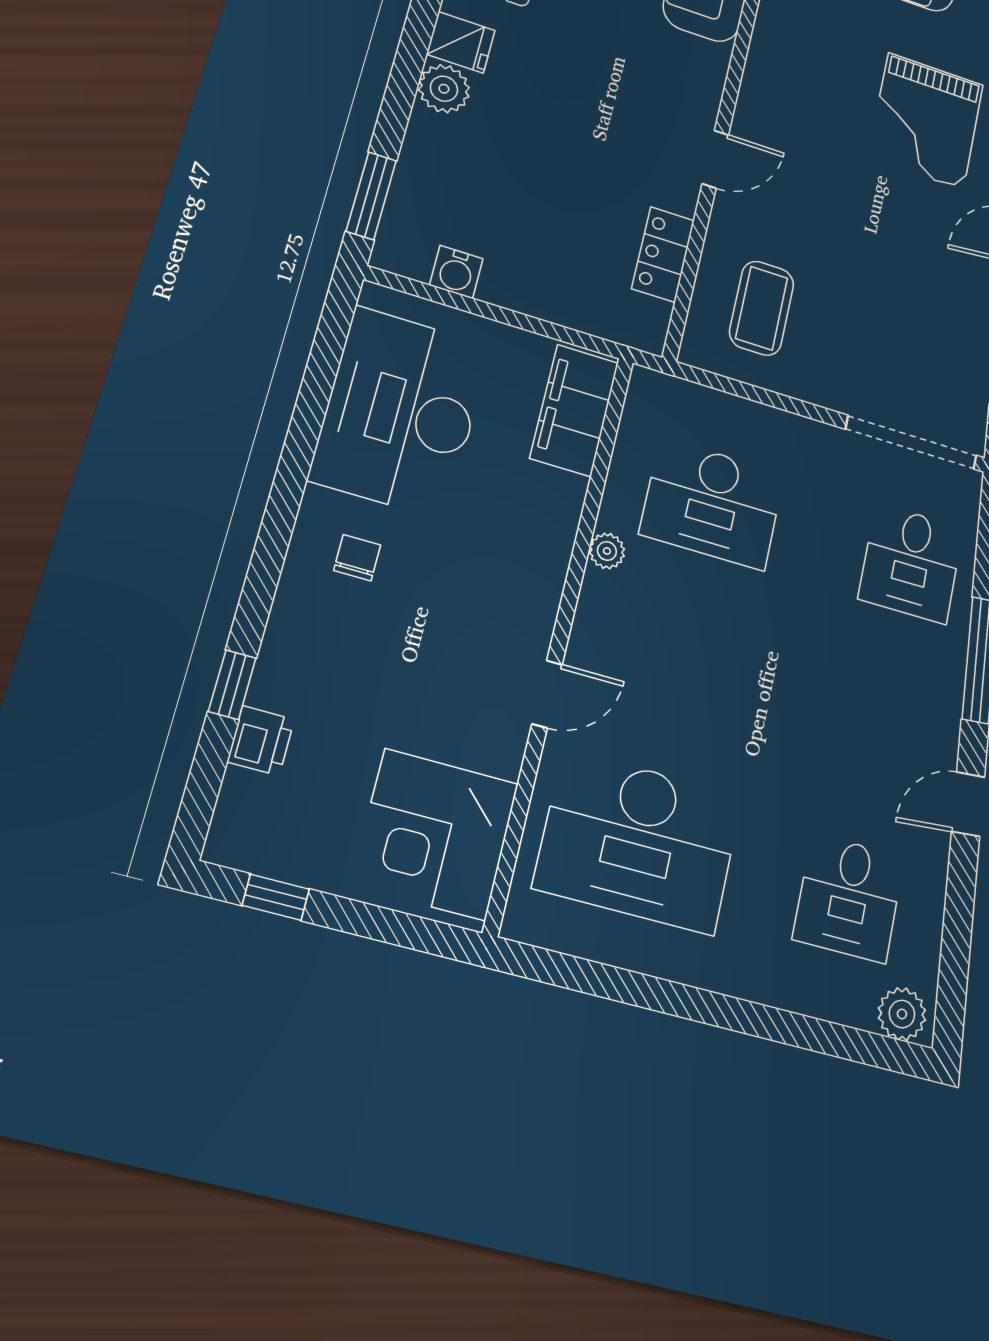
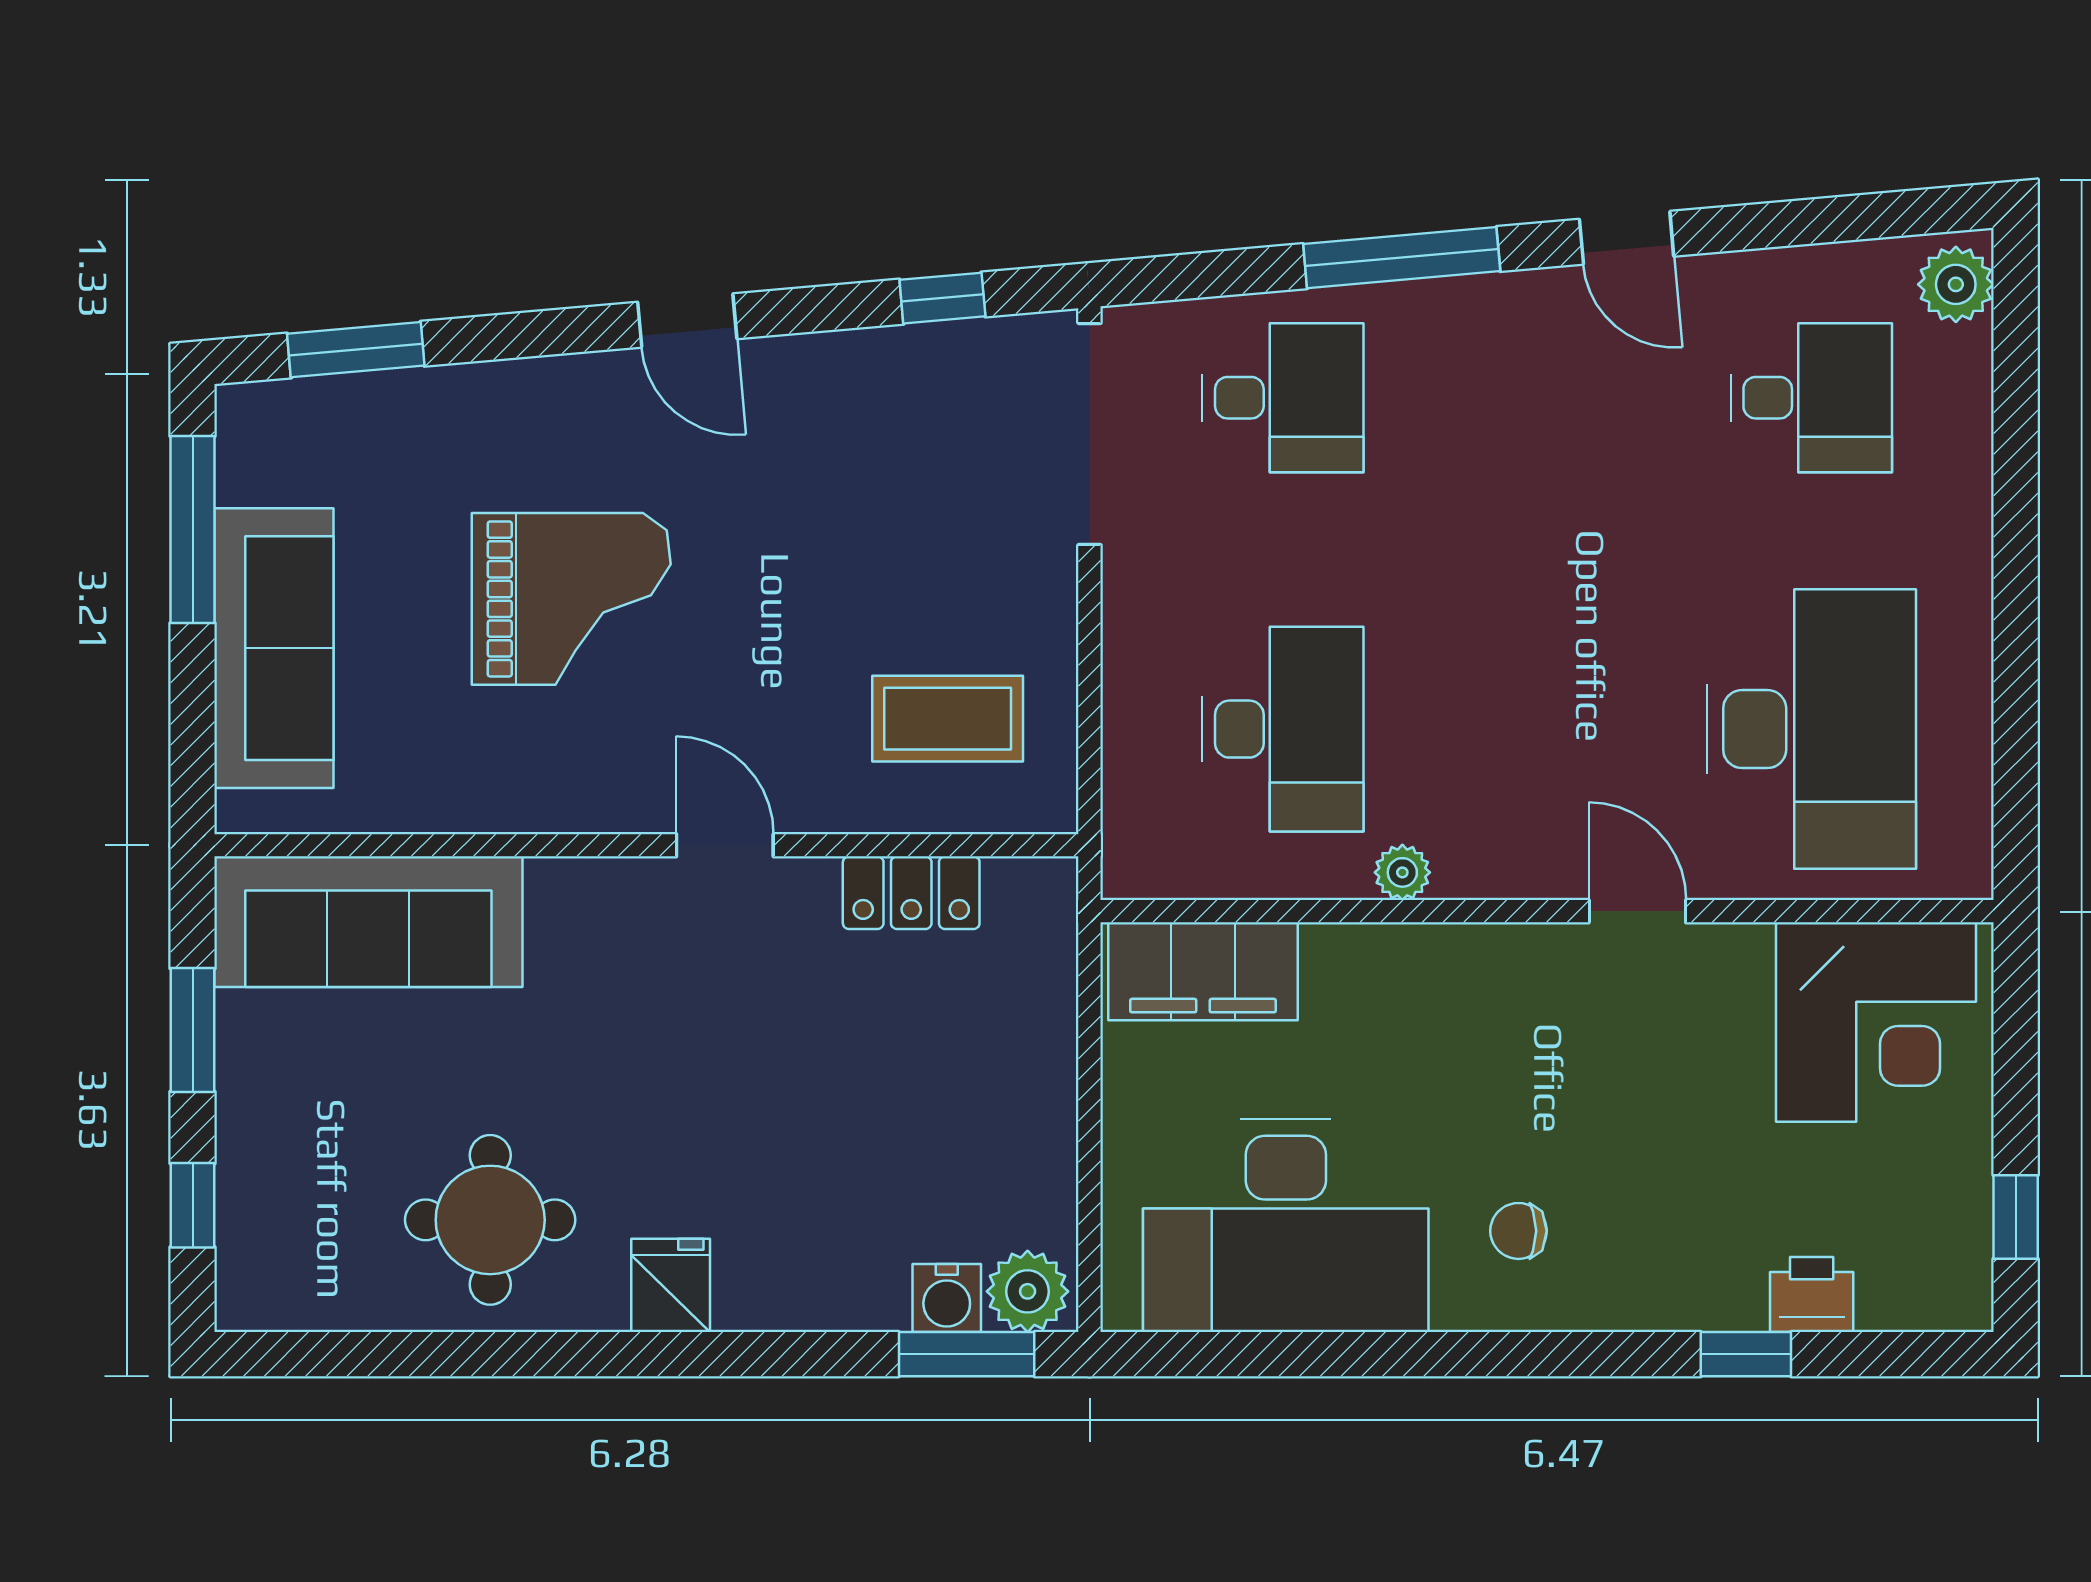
plant: (444, 89) -> (1028, 1291), moved
grand piano: (926, 121) -> (571, 599), moved
water cooler: (456, 272) -> (947, 1298), moved, turned 90

